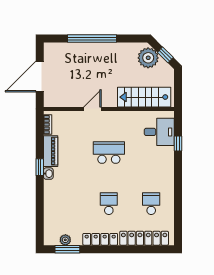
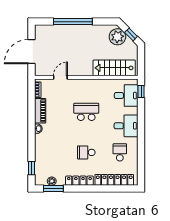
door: (92, 109) -> (60, 77), moved
window: (178, 144) -> (141, 91), moved
window: (40, 167) -> (31, 168), moved
desk: (159, 170) -> (126, 126), added
school desk: (109, 204) -> (86, 152), turned -90

